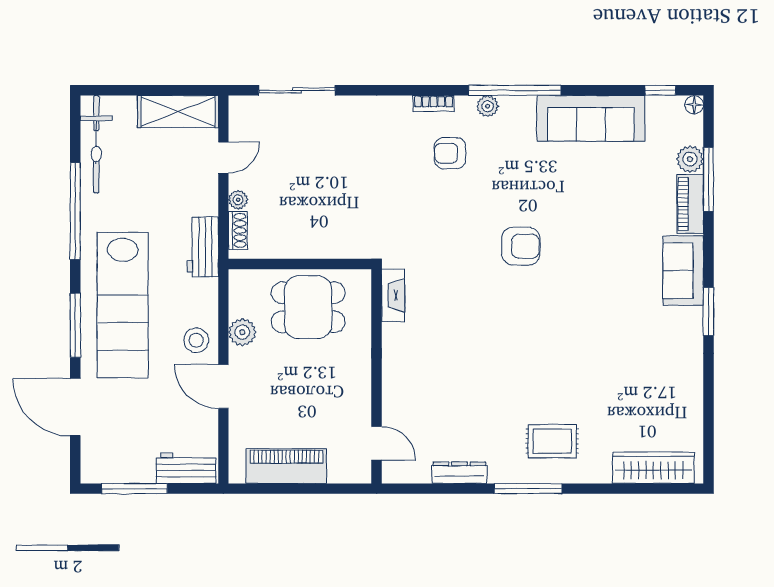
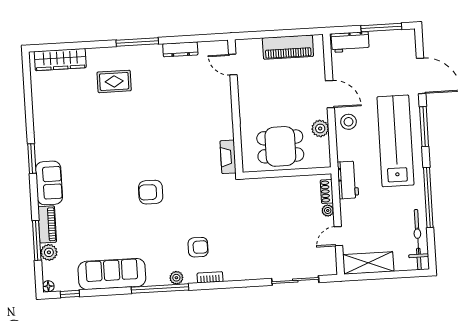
rug: (552, 441) -> (114, 81), moved

